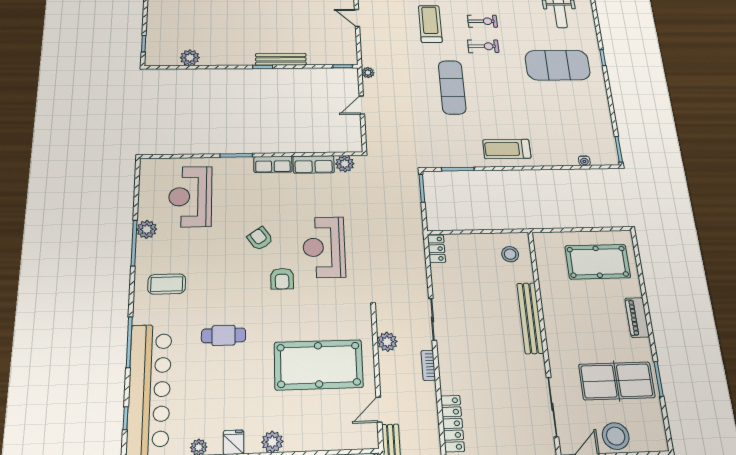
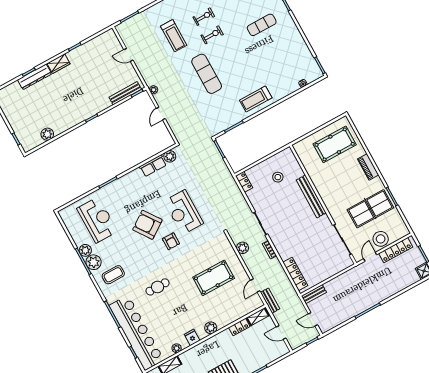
treadmill: (430, 24) -> (174, 36), turned 180
bench: (281, 59) -> (125, 93), moved
exercise mat: (558, 65) -> (262, 25), width x0.50, depth x0.69
row of seats: (273, 164) -> (131, 177), removed
reception desk: (190, 197) -> (97, 220), turned 180
armchair: (260, 239) -> (147, 225), width x1.88, depth x1.88
plant: (148, 252) -> (94, 262), added
stool: (510, 254) -> (278, 177), moved
pool table: (319, 365) -> (214, 278), width x0.73, depth x0.76

